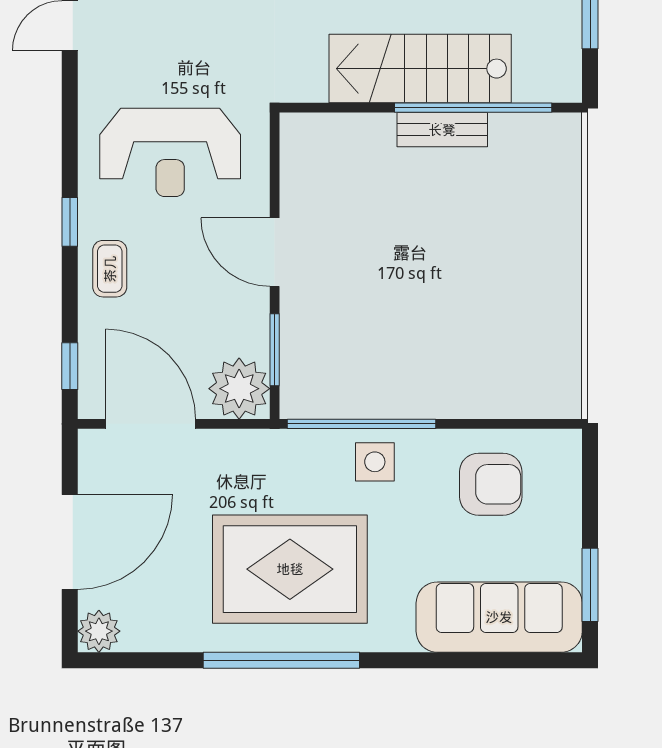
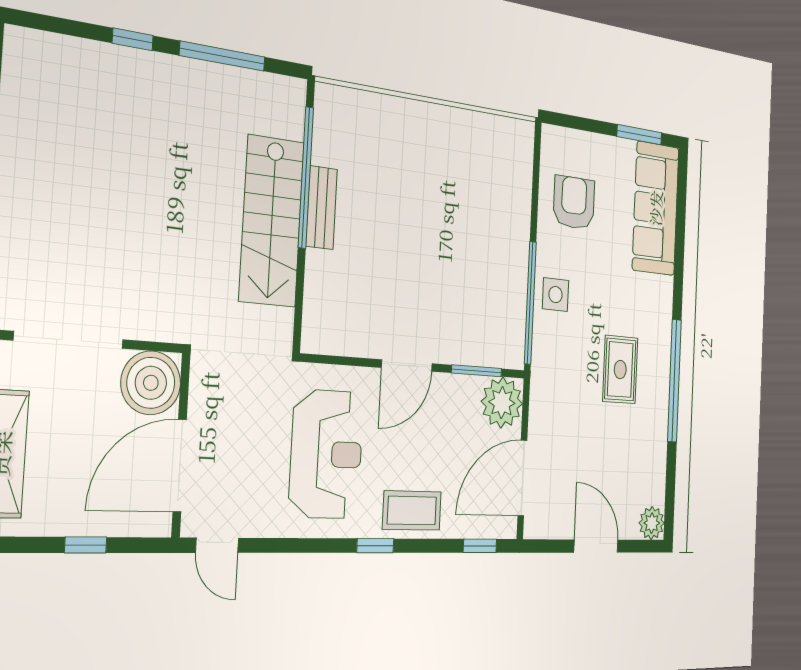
coffee table: (110, 269) -> (412, 511), width x1.36, depth x1.30
door: (70, 542) -> (596, 546), width x0.73
rug: (290, 569) -> (620, 370), width x0.54, depth x0.49

